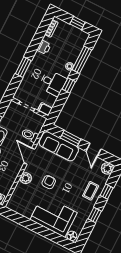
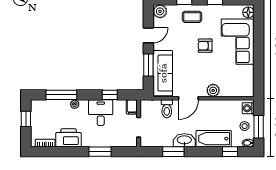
printer: (44, 47) -> (69, 138), width x1.87, depth x1.48
window: (69, 85) -> (110, 95), moved
armchair: (49, 182) -> (205, 46), moved

